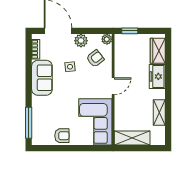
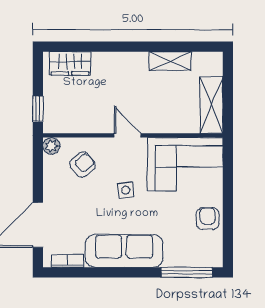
plant: (81, 41) -> (54, 188), removed
armchair: (95, 58) -> (83, 165), turned 87
side table: (70, 67) -> (126, 190), moved
freezer: (157, 76) -> (112, 64), removed
sofa: (42, 78) -> (124, 251), width x1.36

